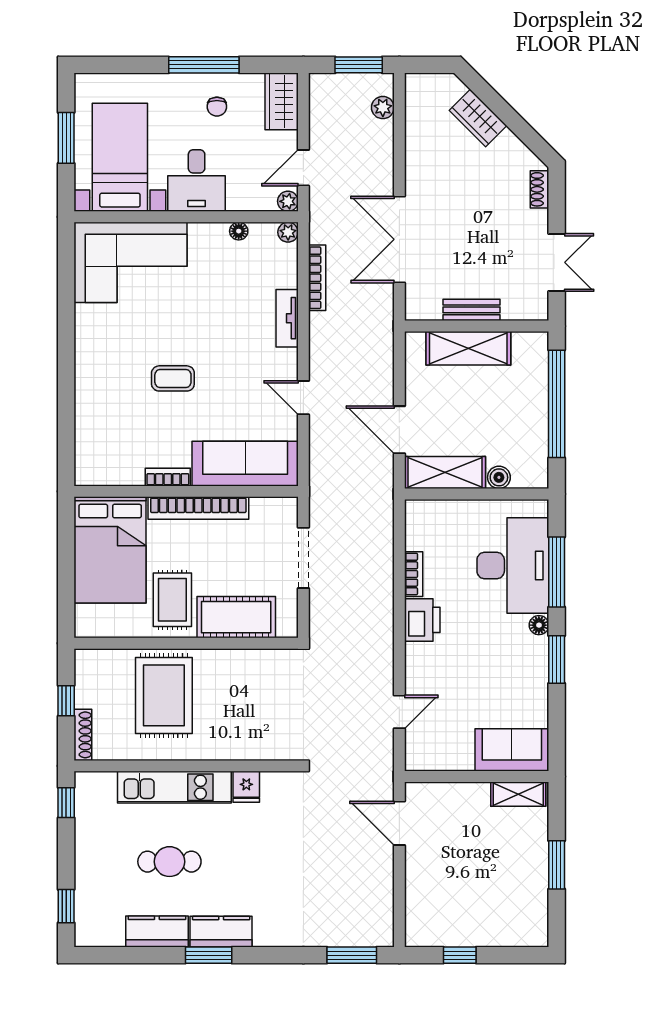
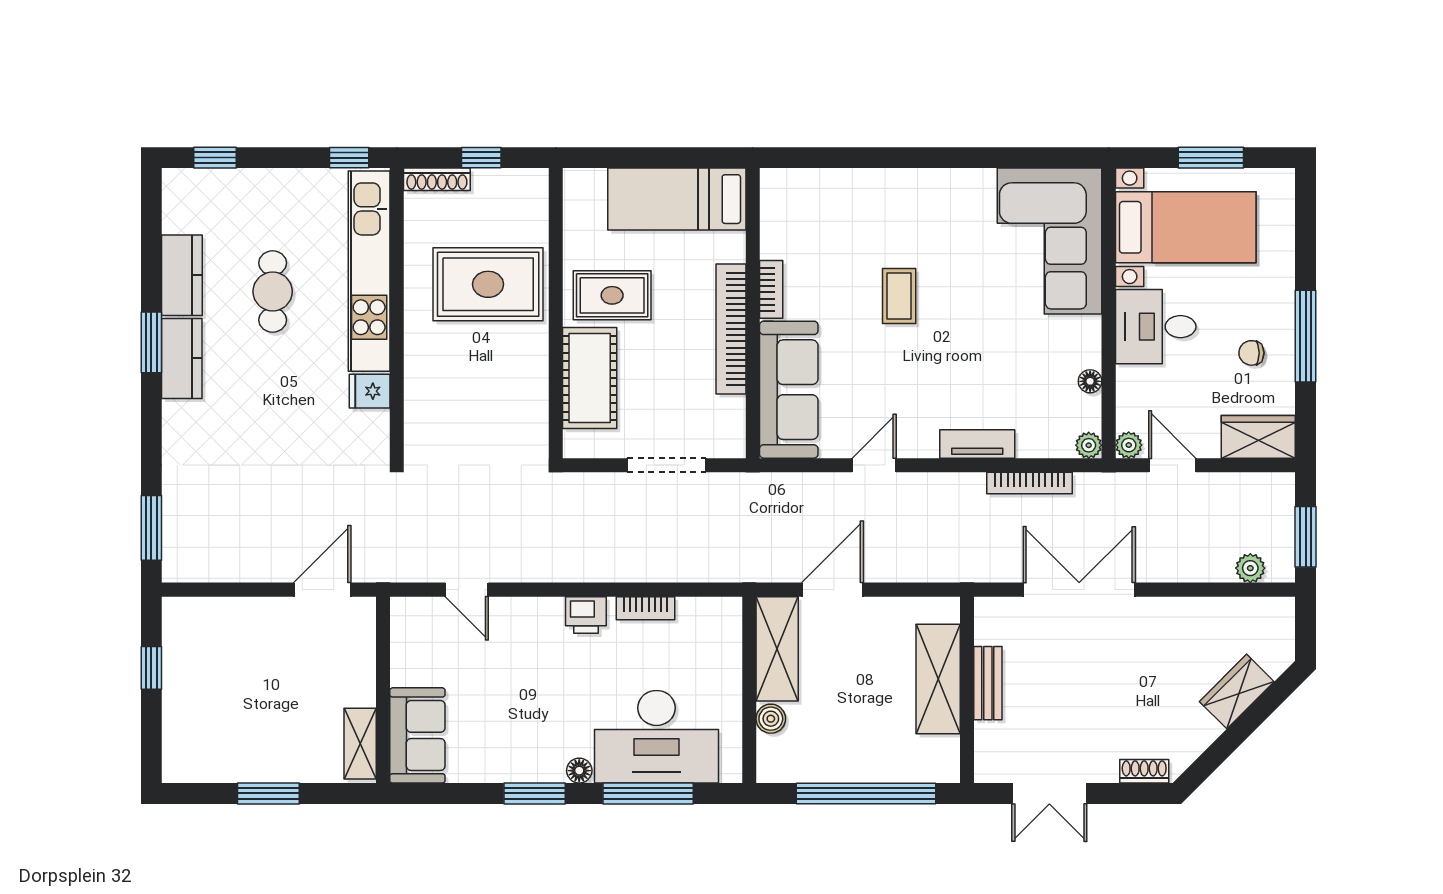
bed: (110, 550) -> (677, 199), width x0.67
printer: (422, 620) -> (586, 615), width x0.73, depth x0.81
kitchen unit: (174, 787) -> (369, 271), width x1.36

